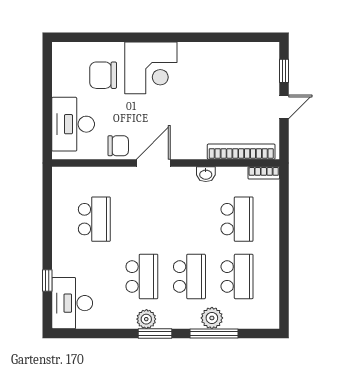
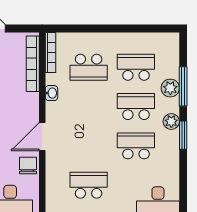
door: (153, 163) -> (42, 137), hinge flipped
bookcase: (264, 173) -> (50, 52), width x1.56
school desk: (237, 219) -> (89, 67), turned 180
plant: (146, 319) -> (171, 122), moved

